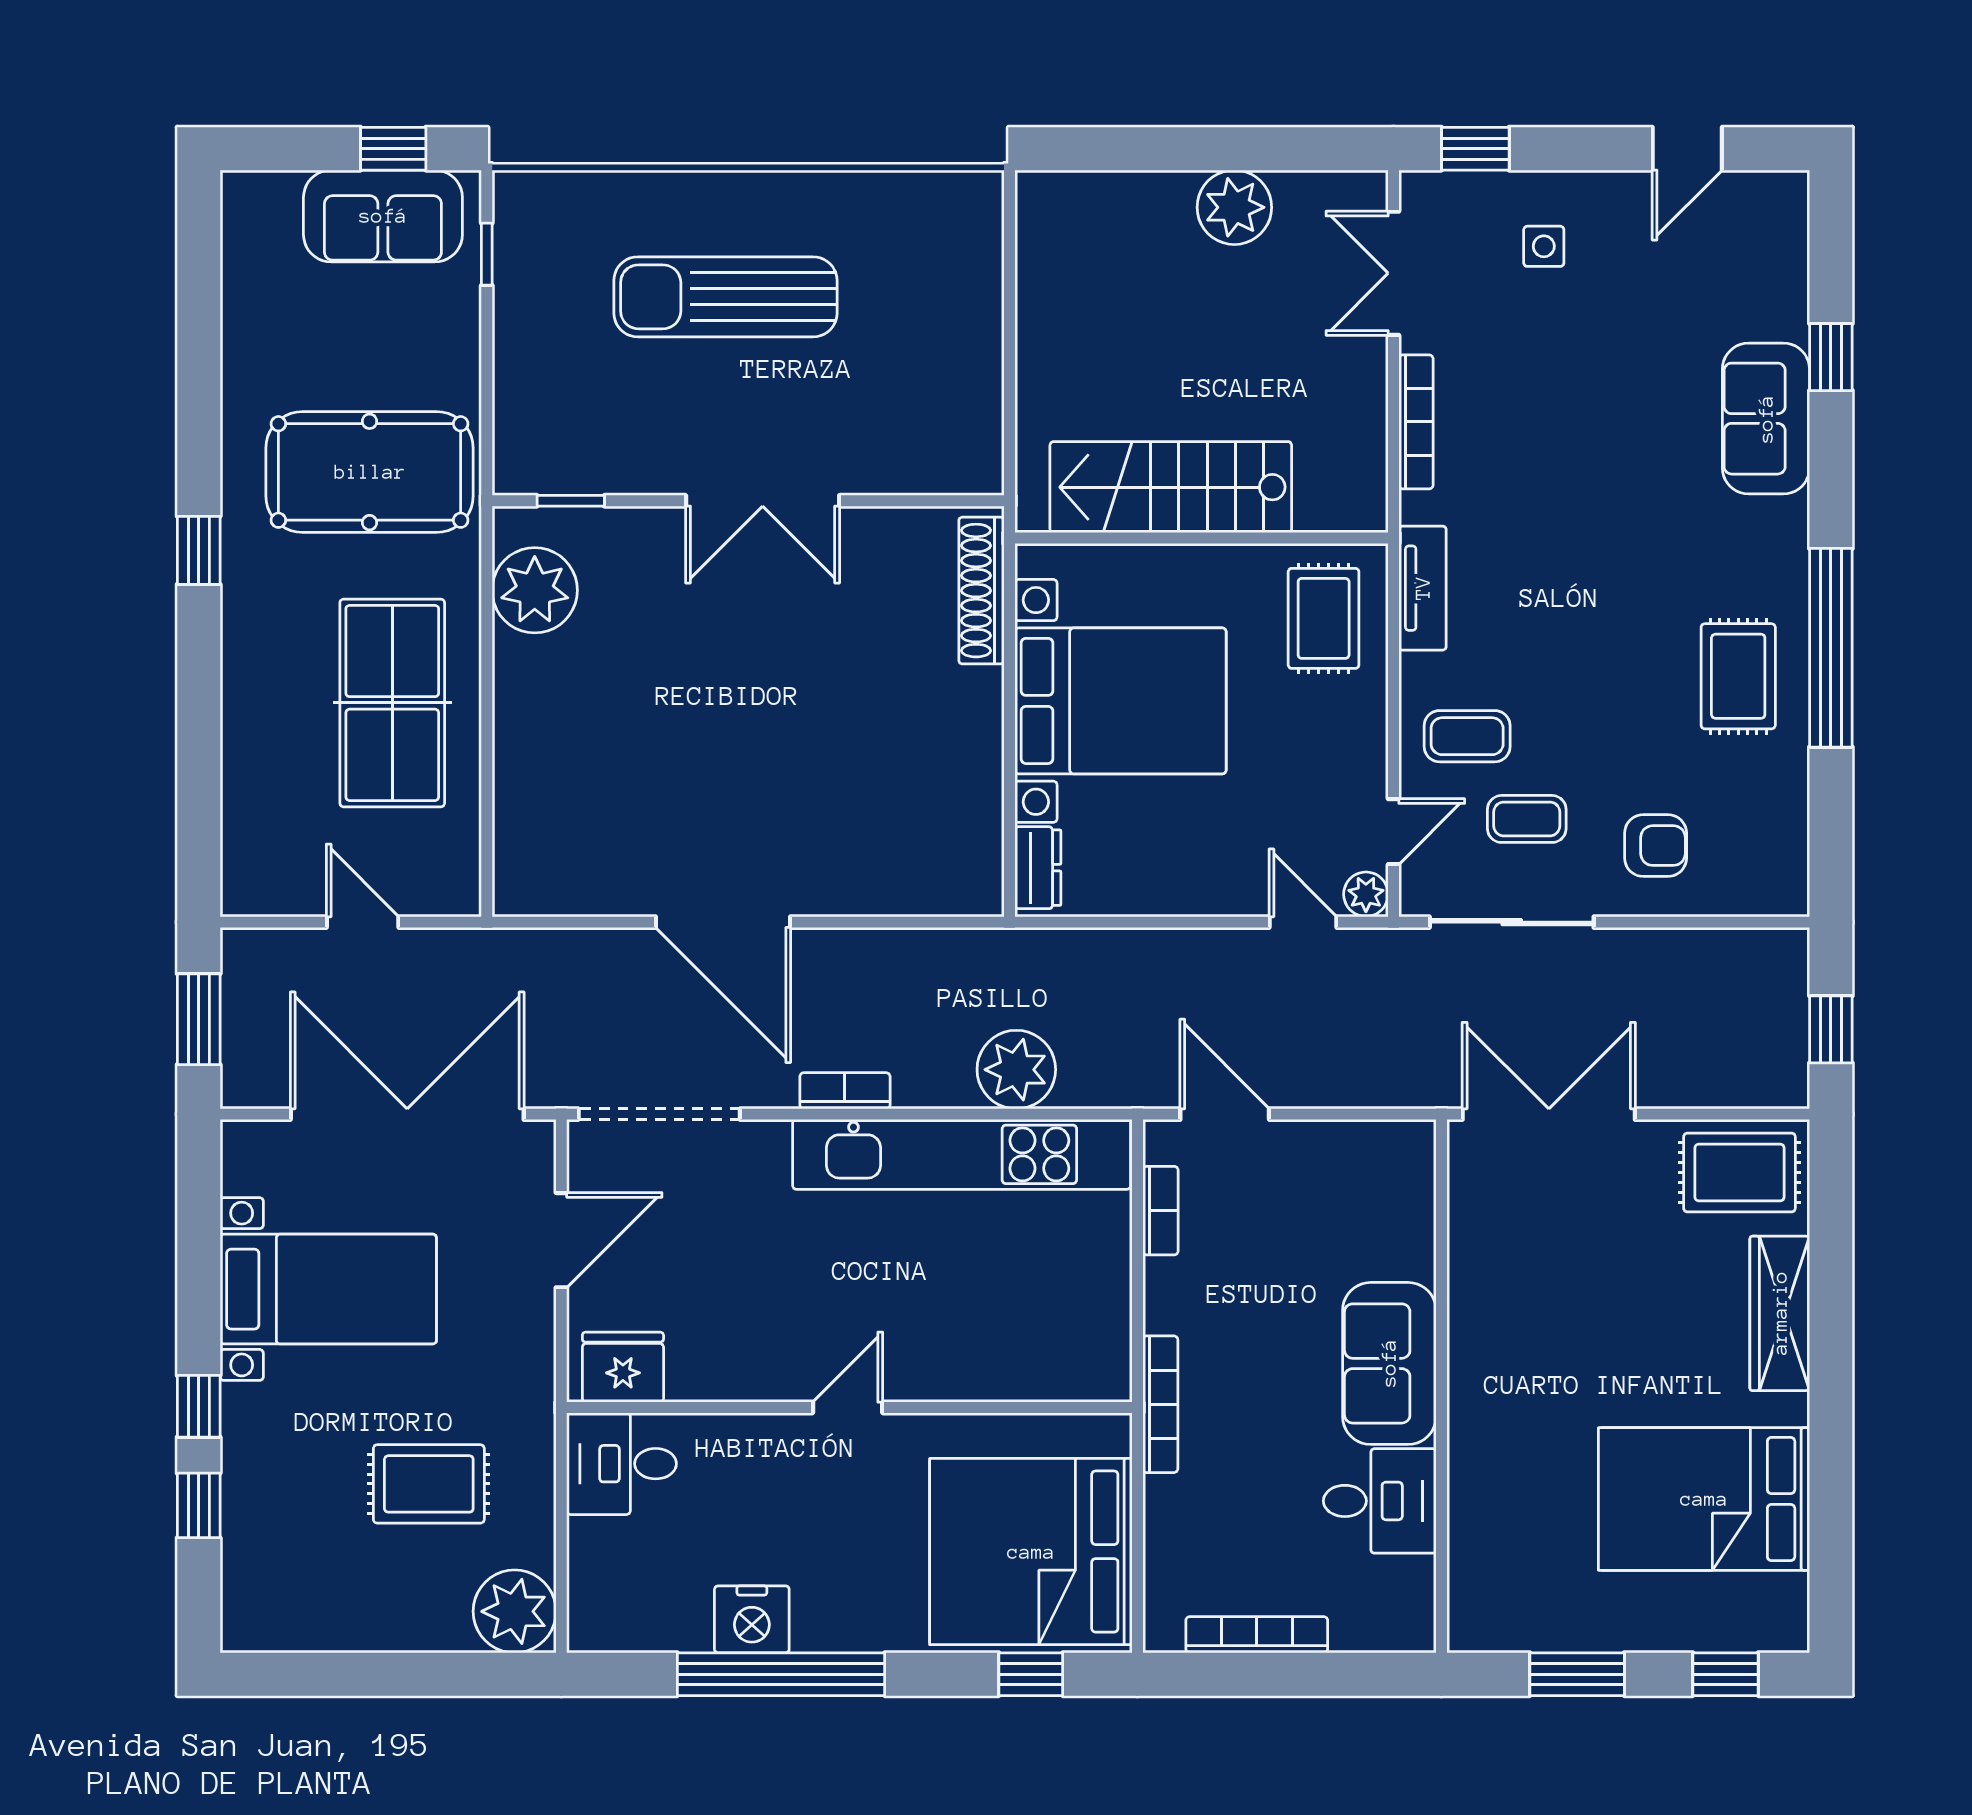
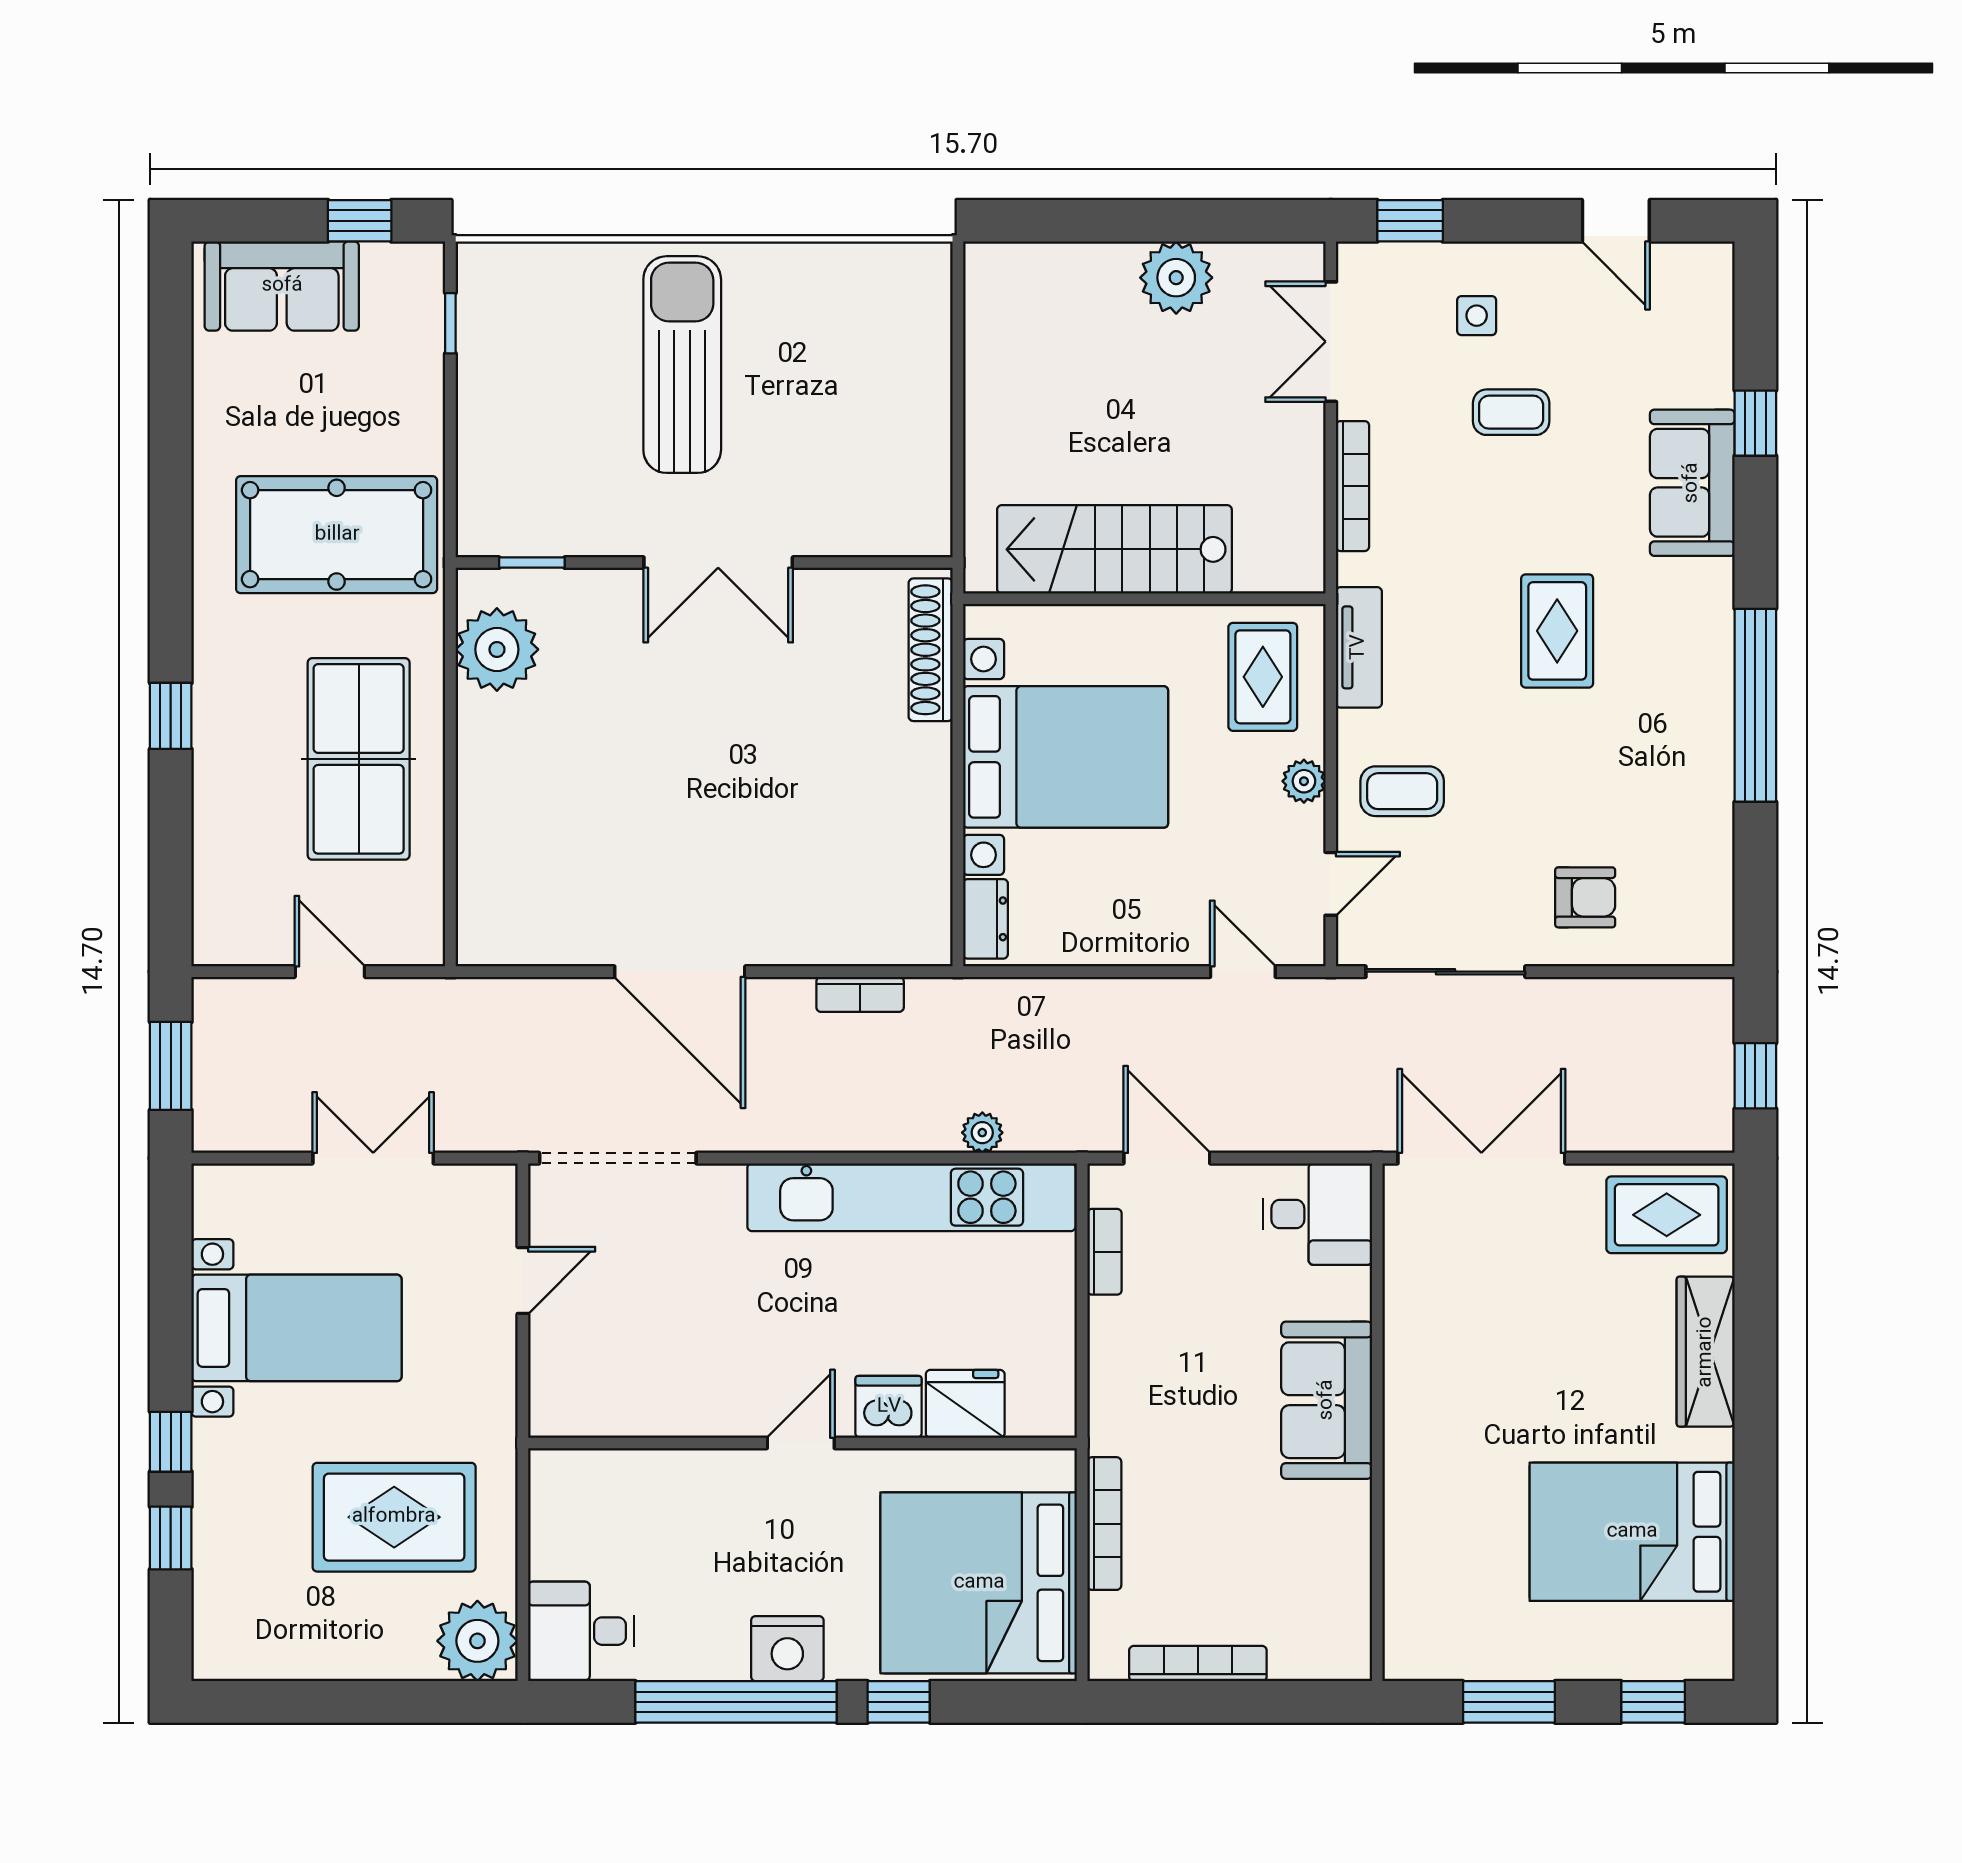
door: (1687, 149) -> (1616, 221), hinge flipped
sofa: (383, 216) -> (282, 286), moved
sun lounger: (725, 297) -> (682, 365), turned 90
window: (199, 550) -> (171, 716), moved
rug: (1738, 676) -> (1557, 631), moved
coffee table: (1527, 819) -> (1511, 412), moved
plant: (1366, 894) -> (1304, 781), moved
plant: (1016, 1070) -> (982, 1133), width x0.53, depth x0.53
bookcase: (845, 1091) -> (860, 994), moved, turned 180
double door: (407, 1114) -> (373, 1158), width x0.54
door: (561, 1240) -> (523, 1280), width x0.73
fridge: (623, 1367) -> (965, 1404), moved
dishwasher: (938, 1370) -> (889, 1407), added
bookcase: (1160, 1404) -> (1104, 1524), moved
desk: (622, 1464) -> (581, 1631), moved
rug: (429, 1484) -> (394, 1517), width x1.36, depth x1.43
desk: (1380, 1501) -> (1317, 1214), moved
nightstand: (752, 1619) -> (787, 1649), moved
window: (1031, 1674) -> (899, 1702), moved

